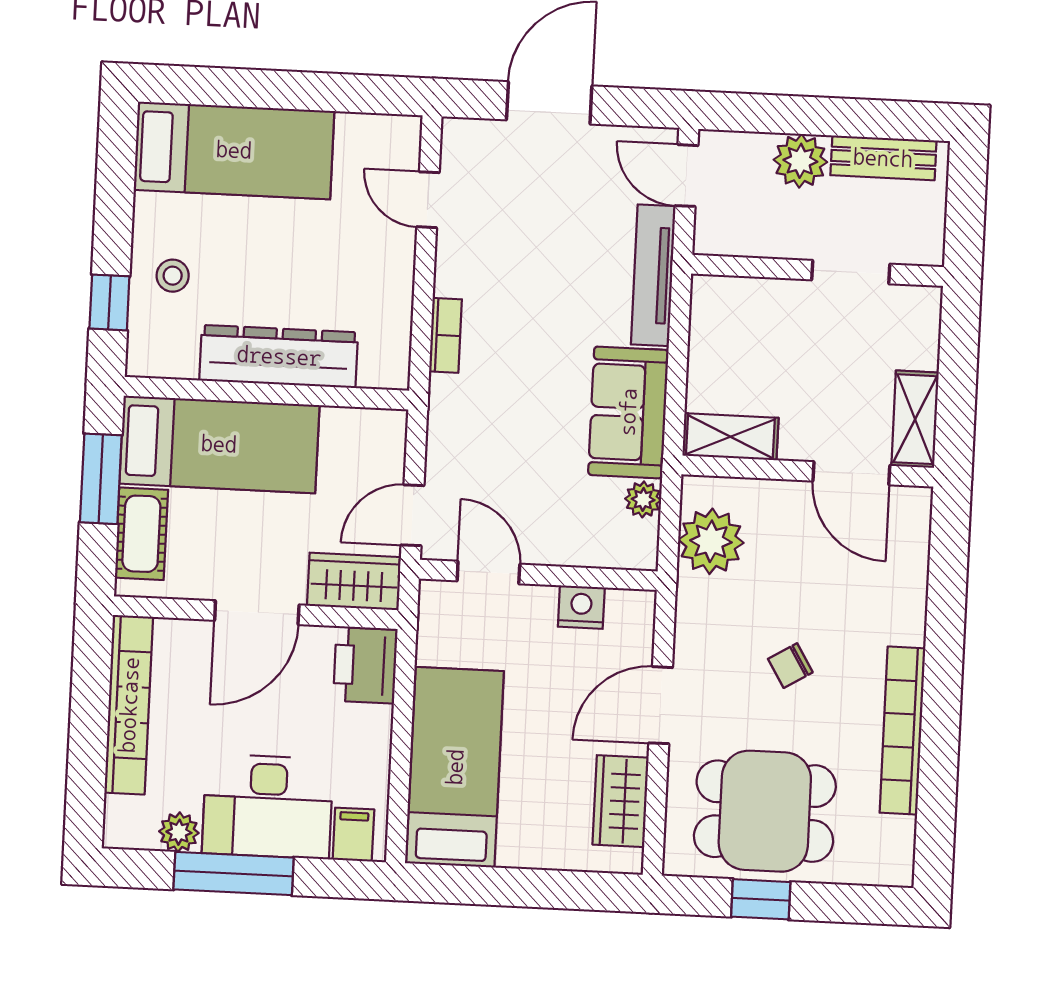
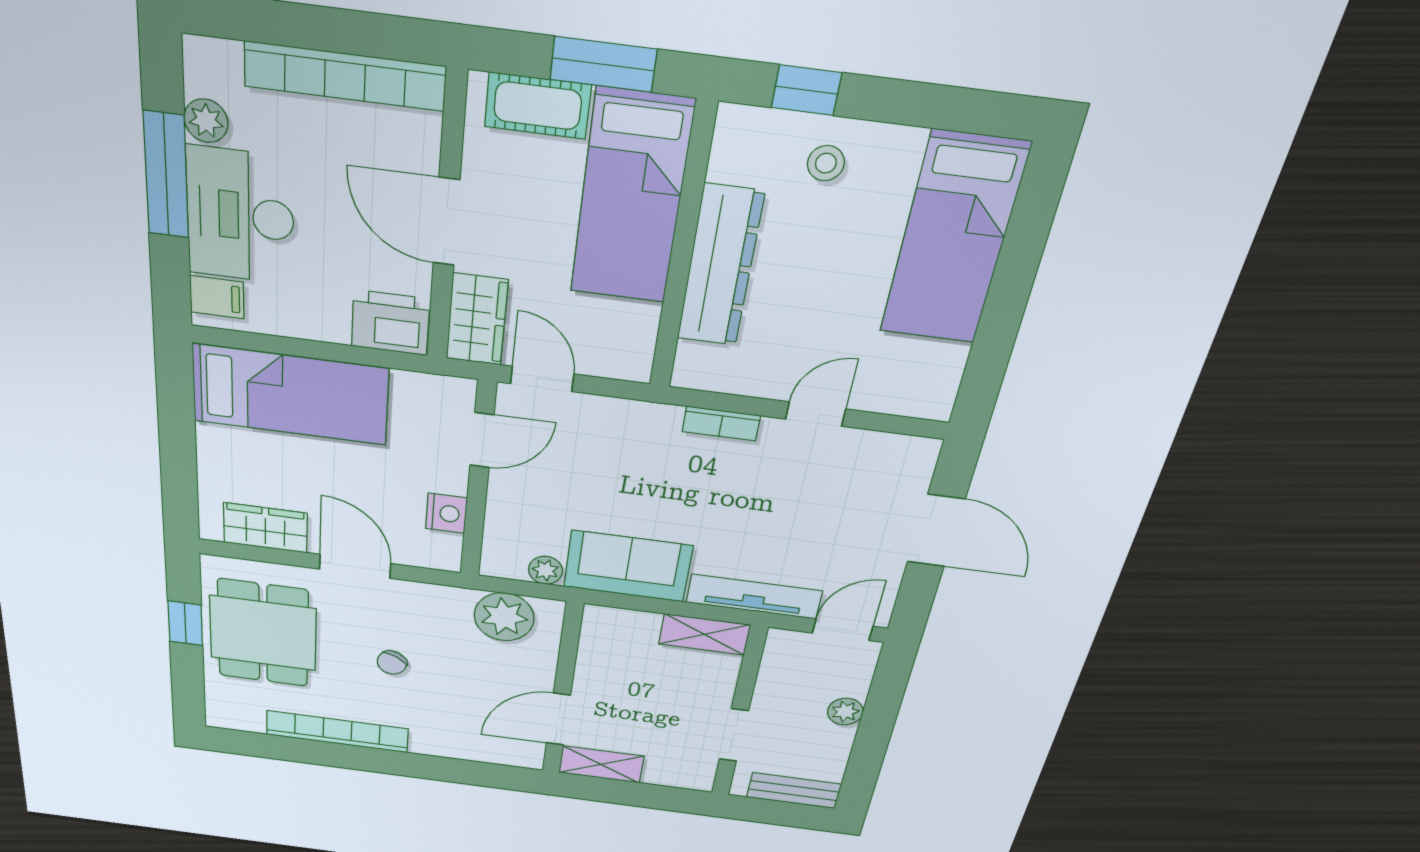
bench: (883, 158) -> (794, 791), moved, turned 90
plant: (800, 161) -> (845, 712), width x0.73, depth x0.73
door: (428, 200) -> (816, 414), moved
shelving: (730, 437) -> (704, 634), moved, turned 90
chair: (790, 666) -> (392, 663), turned -122

